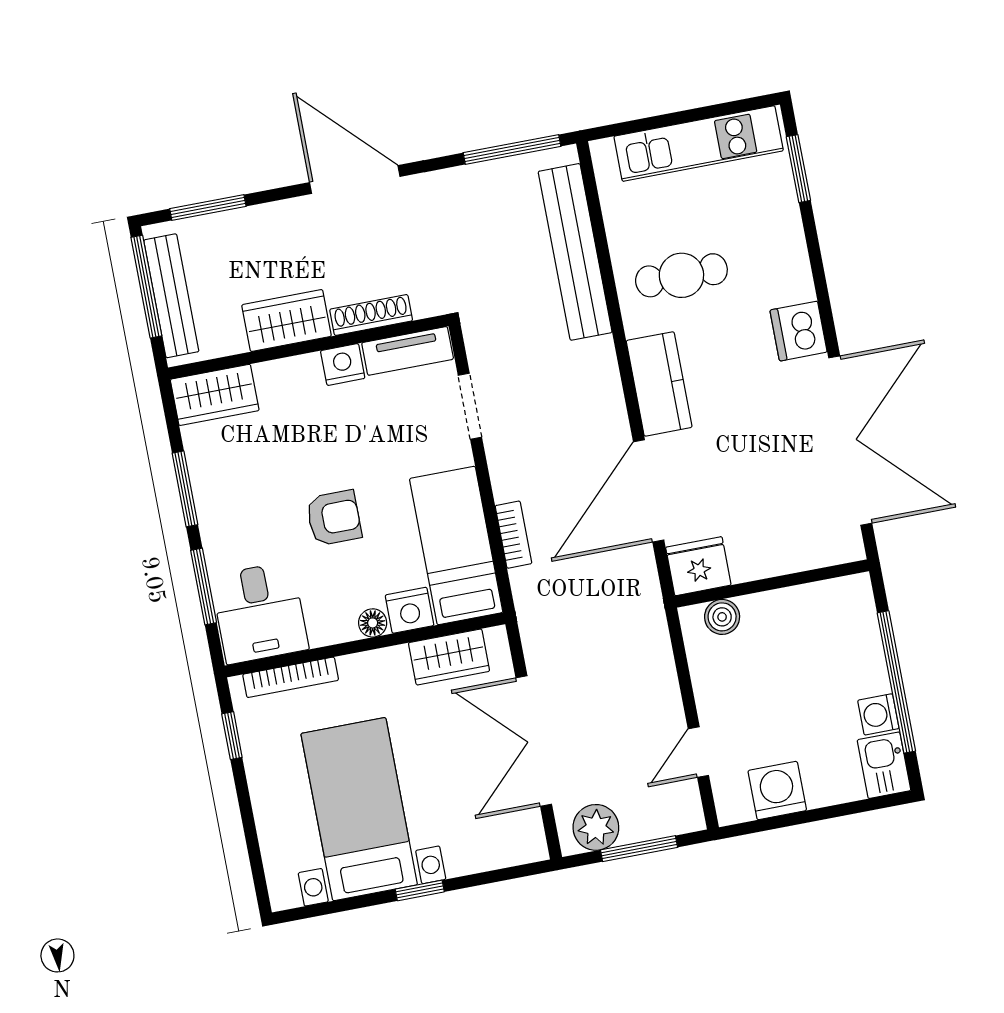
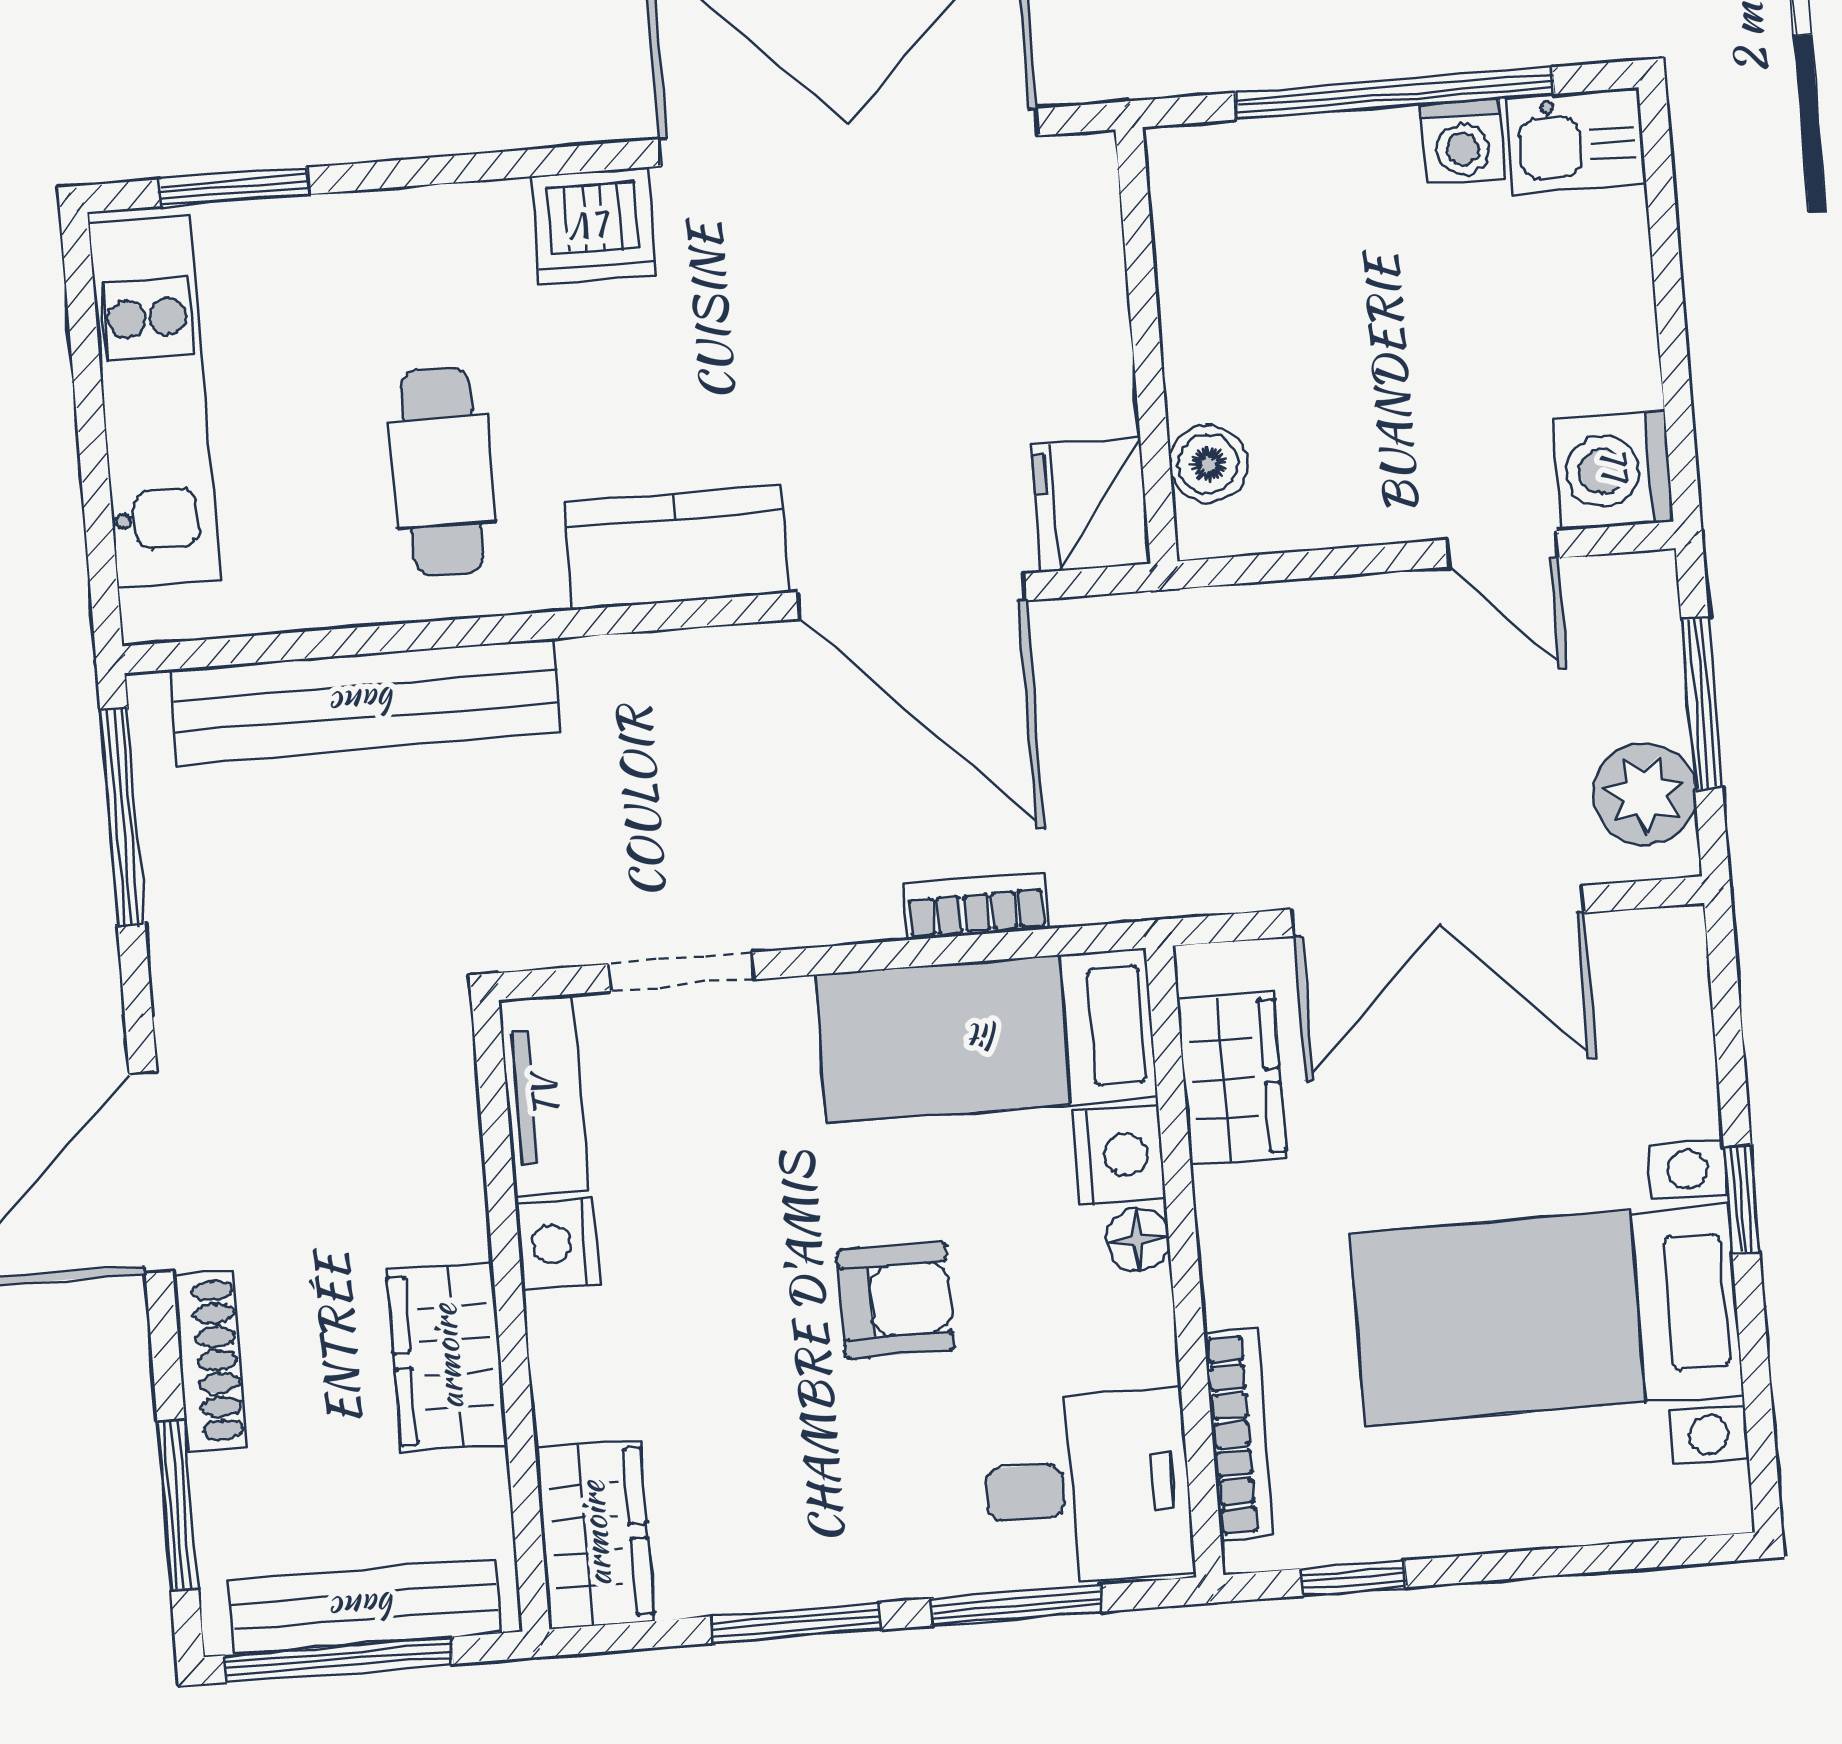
shoe rack: (371, 315) -> (210, 1361), moved, turned 180
armchair: (334, 518) -> (896, 1300), turned 90
washing machine: (777, 791) -> (1613, 470), moved

